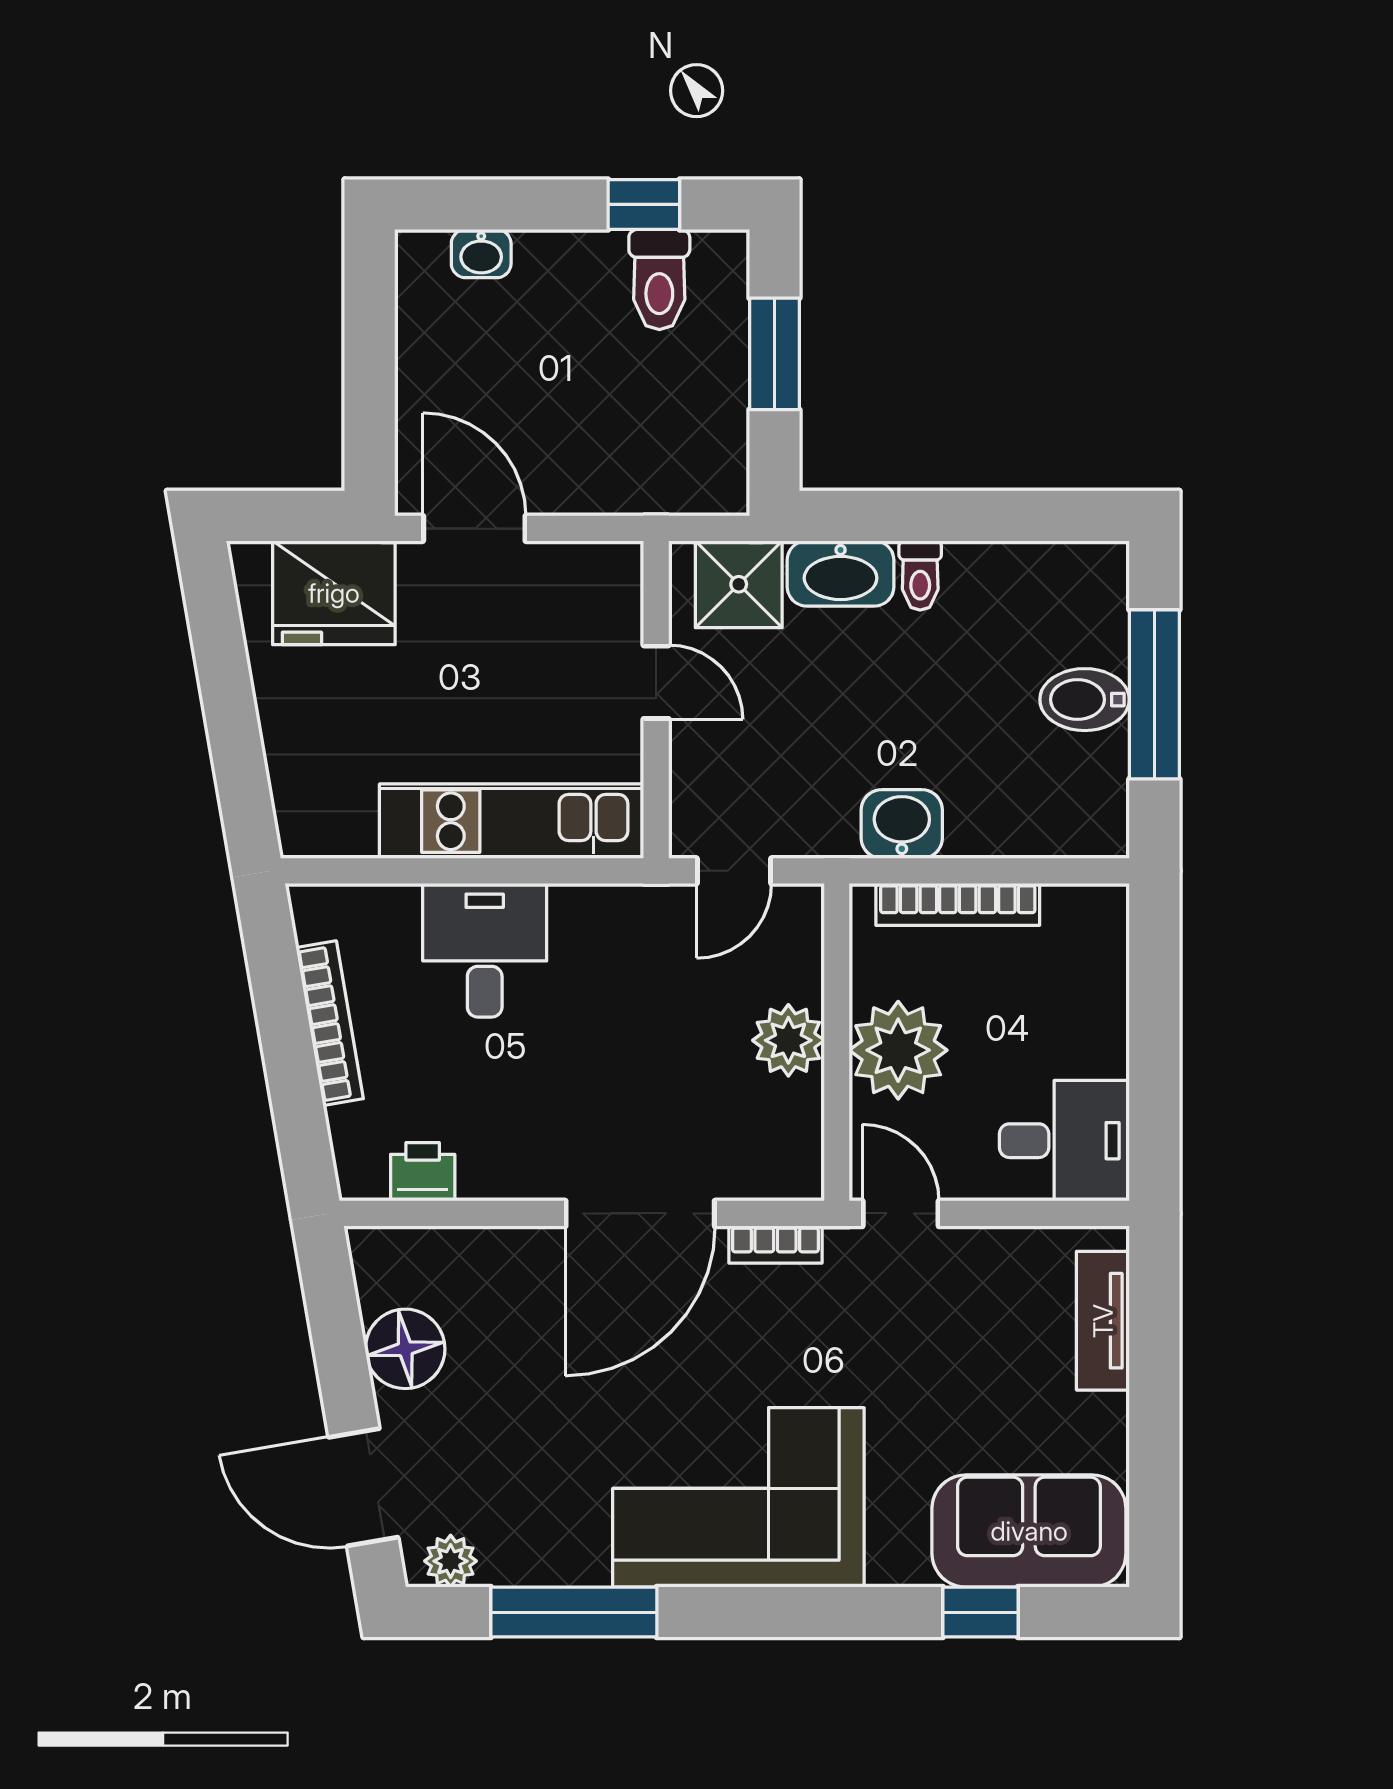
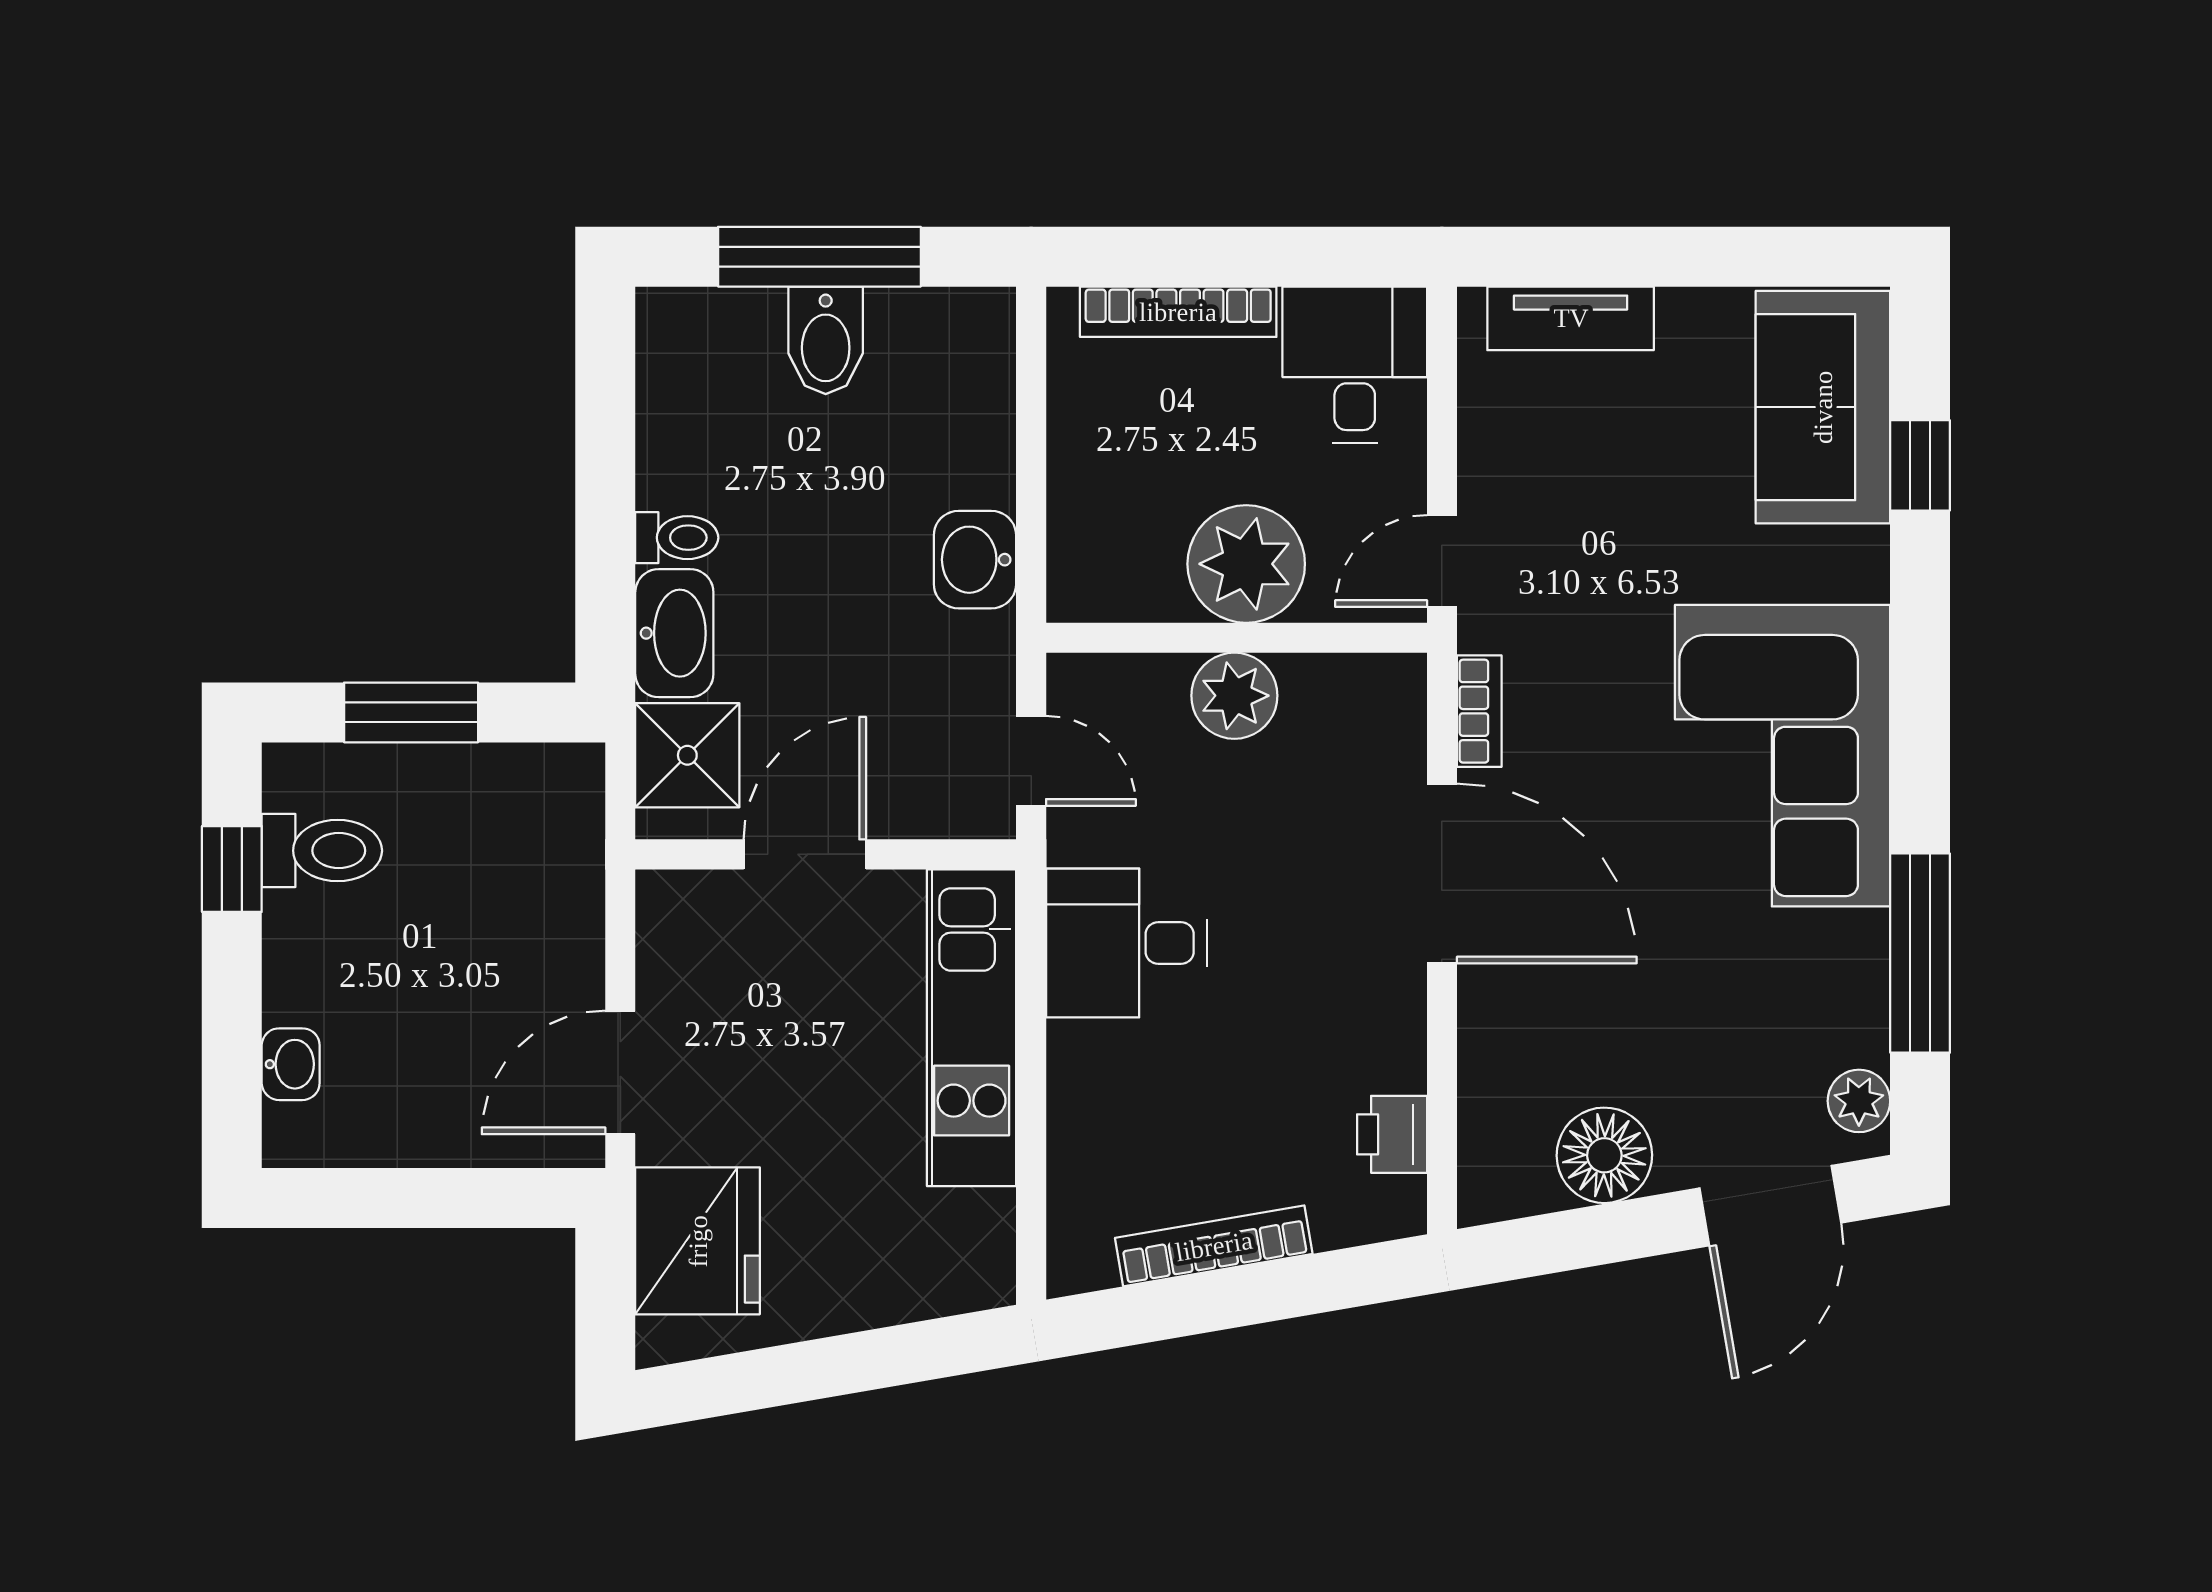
door: (656, 682) -> (805, 854), width x1.38
bookcase: (958, 904) -> (1178, 312), moved, turned 90
desk: (485, 950) -> (1126, 943), moved

